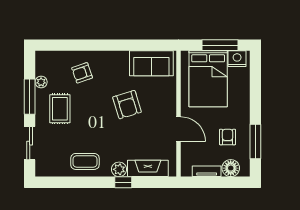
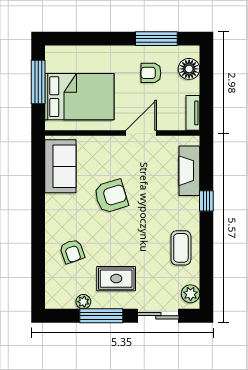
nightstand: (237, 59) -> (55, 61), removed
plant: (119, 169) -> (191, 294), moved
tv unit: (207, 171) -> (193, 113), moved

